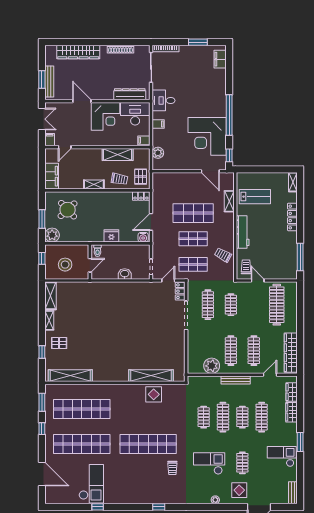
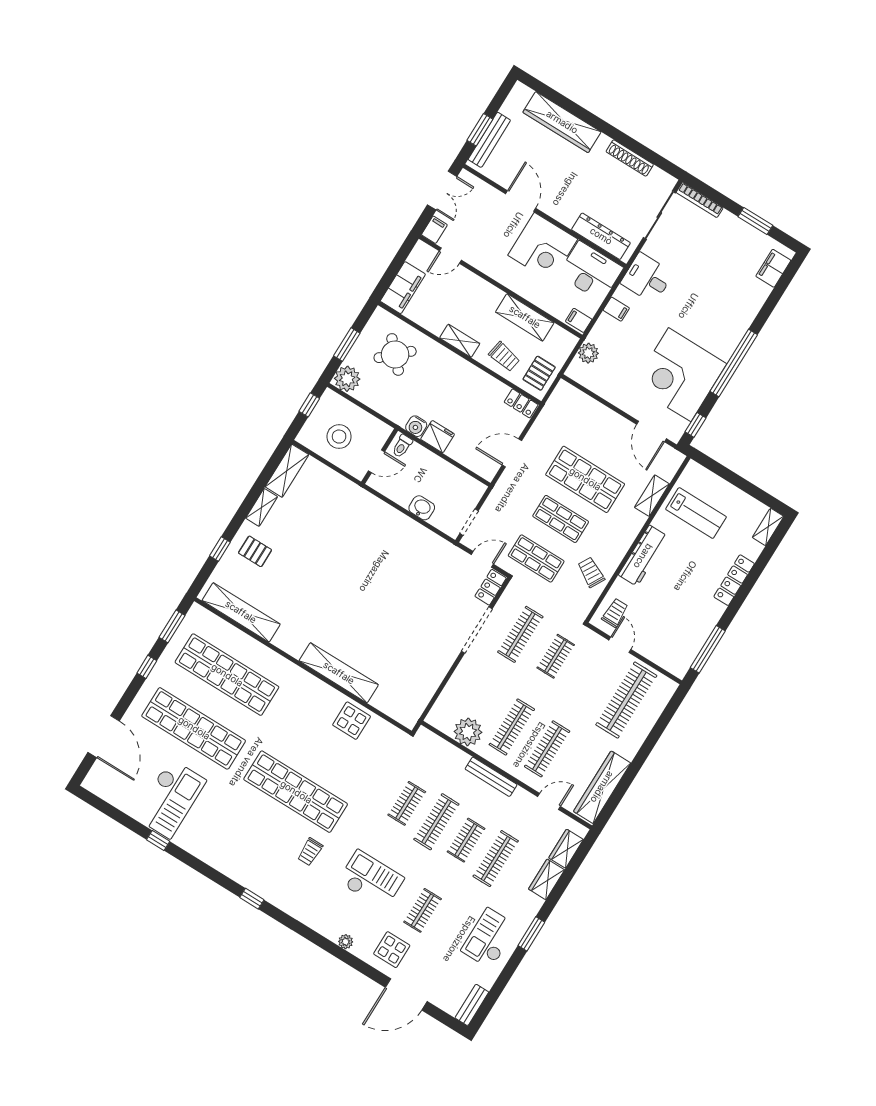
water cooler: (143, 237) -> (416, 426), moved
shelving: (151, 376) -> (339, 673), moved
checkout: (282, 456) -> (489, 938), turned -90

